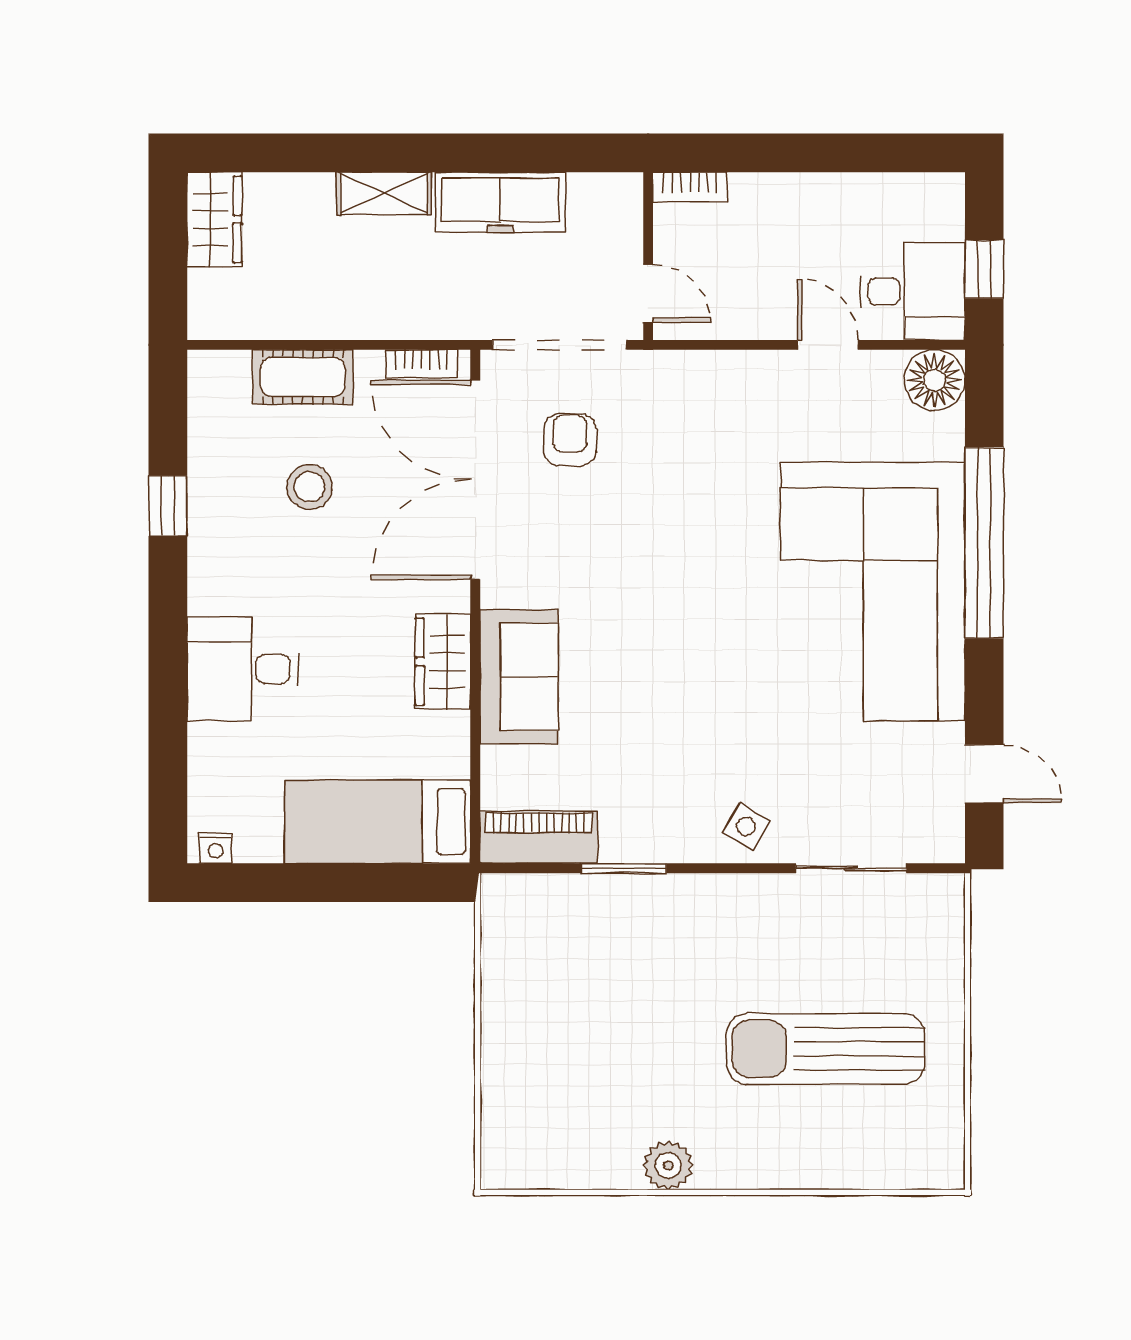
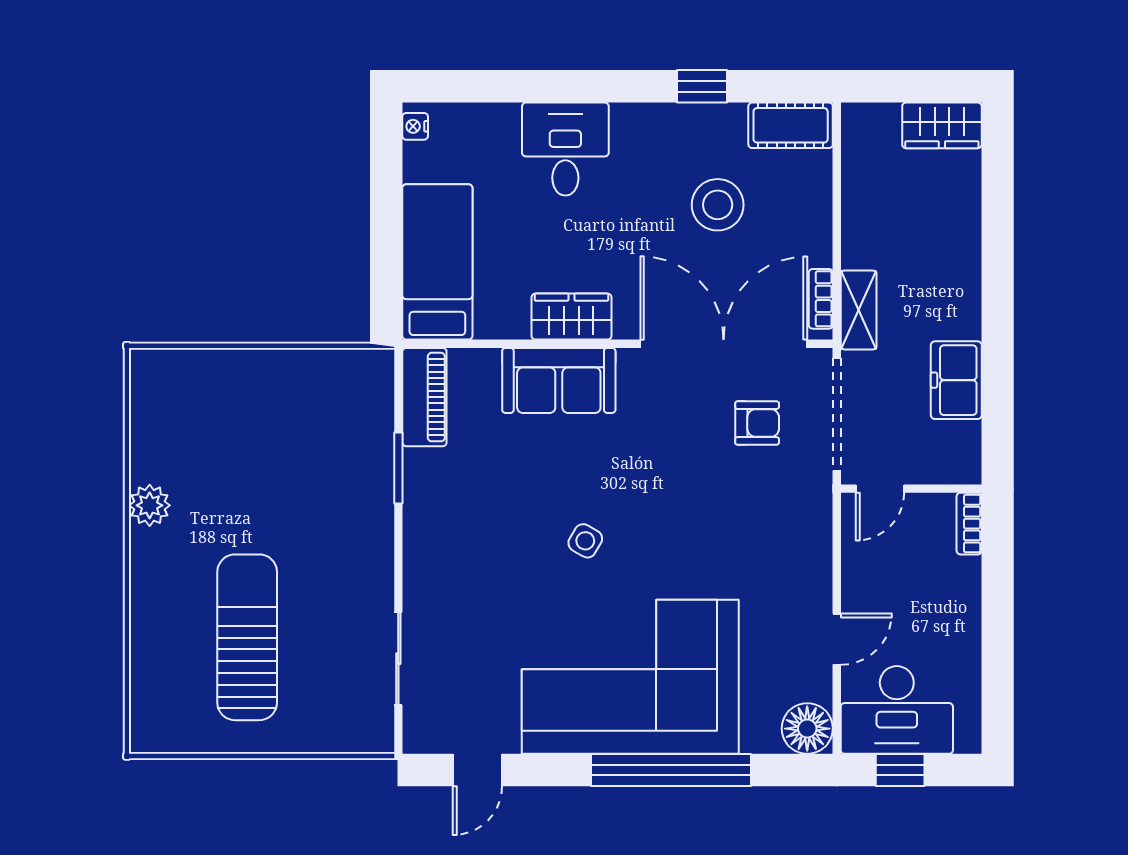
shelving: (384, 193) -> (859, 310), moved
freezer: (500, 202) -> (956, 380), width x0.71
desk: (912, 291) -> (897, 710), width x1.37
cot: (303, 377) -> (791, 125), moved, turned 90
stool: (309, 487) -> (718, 205), width x1.38, depth x1.38
side table: (746, 827) -> (585, 541), moved

